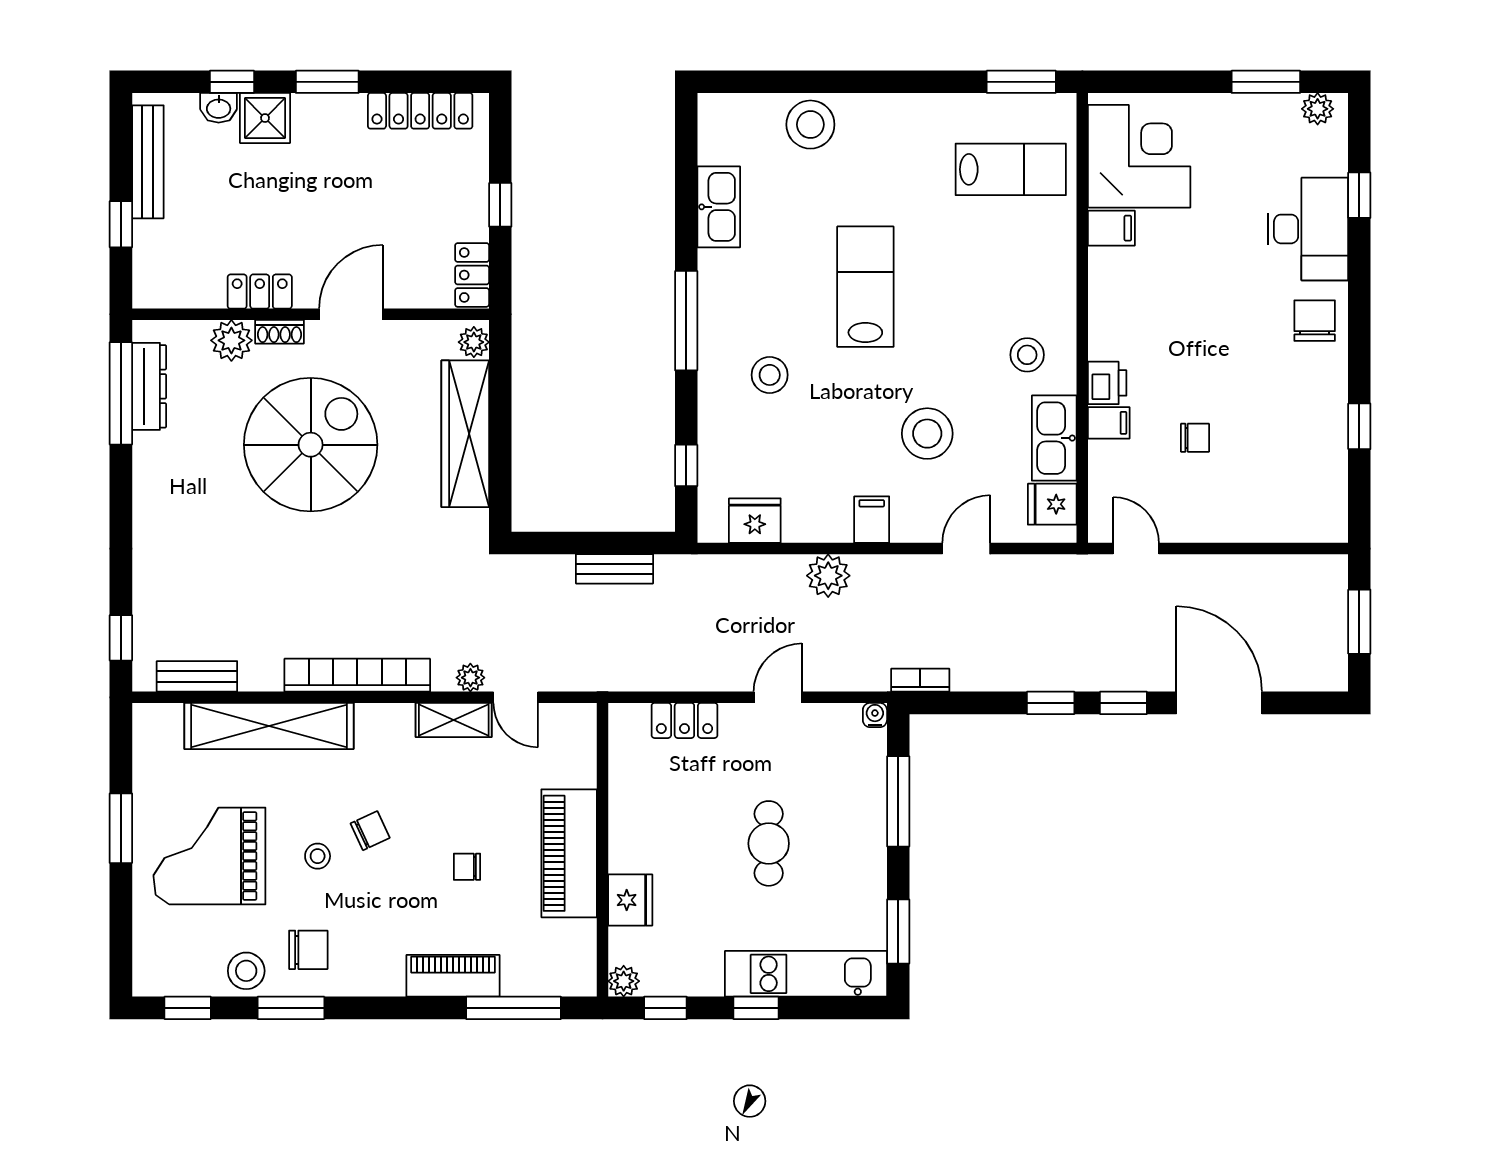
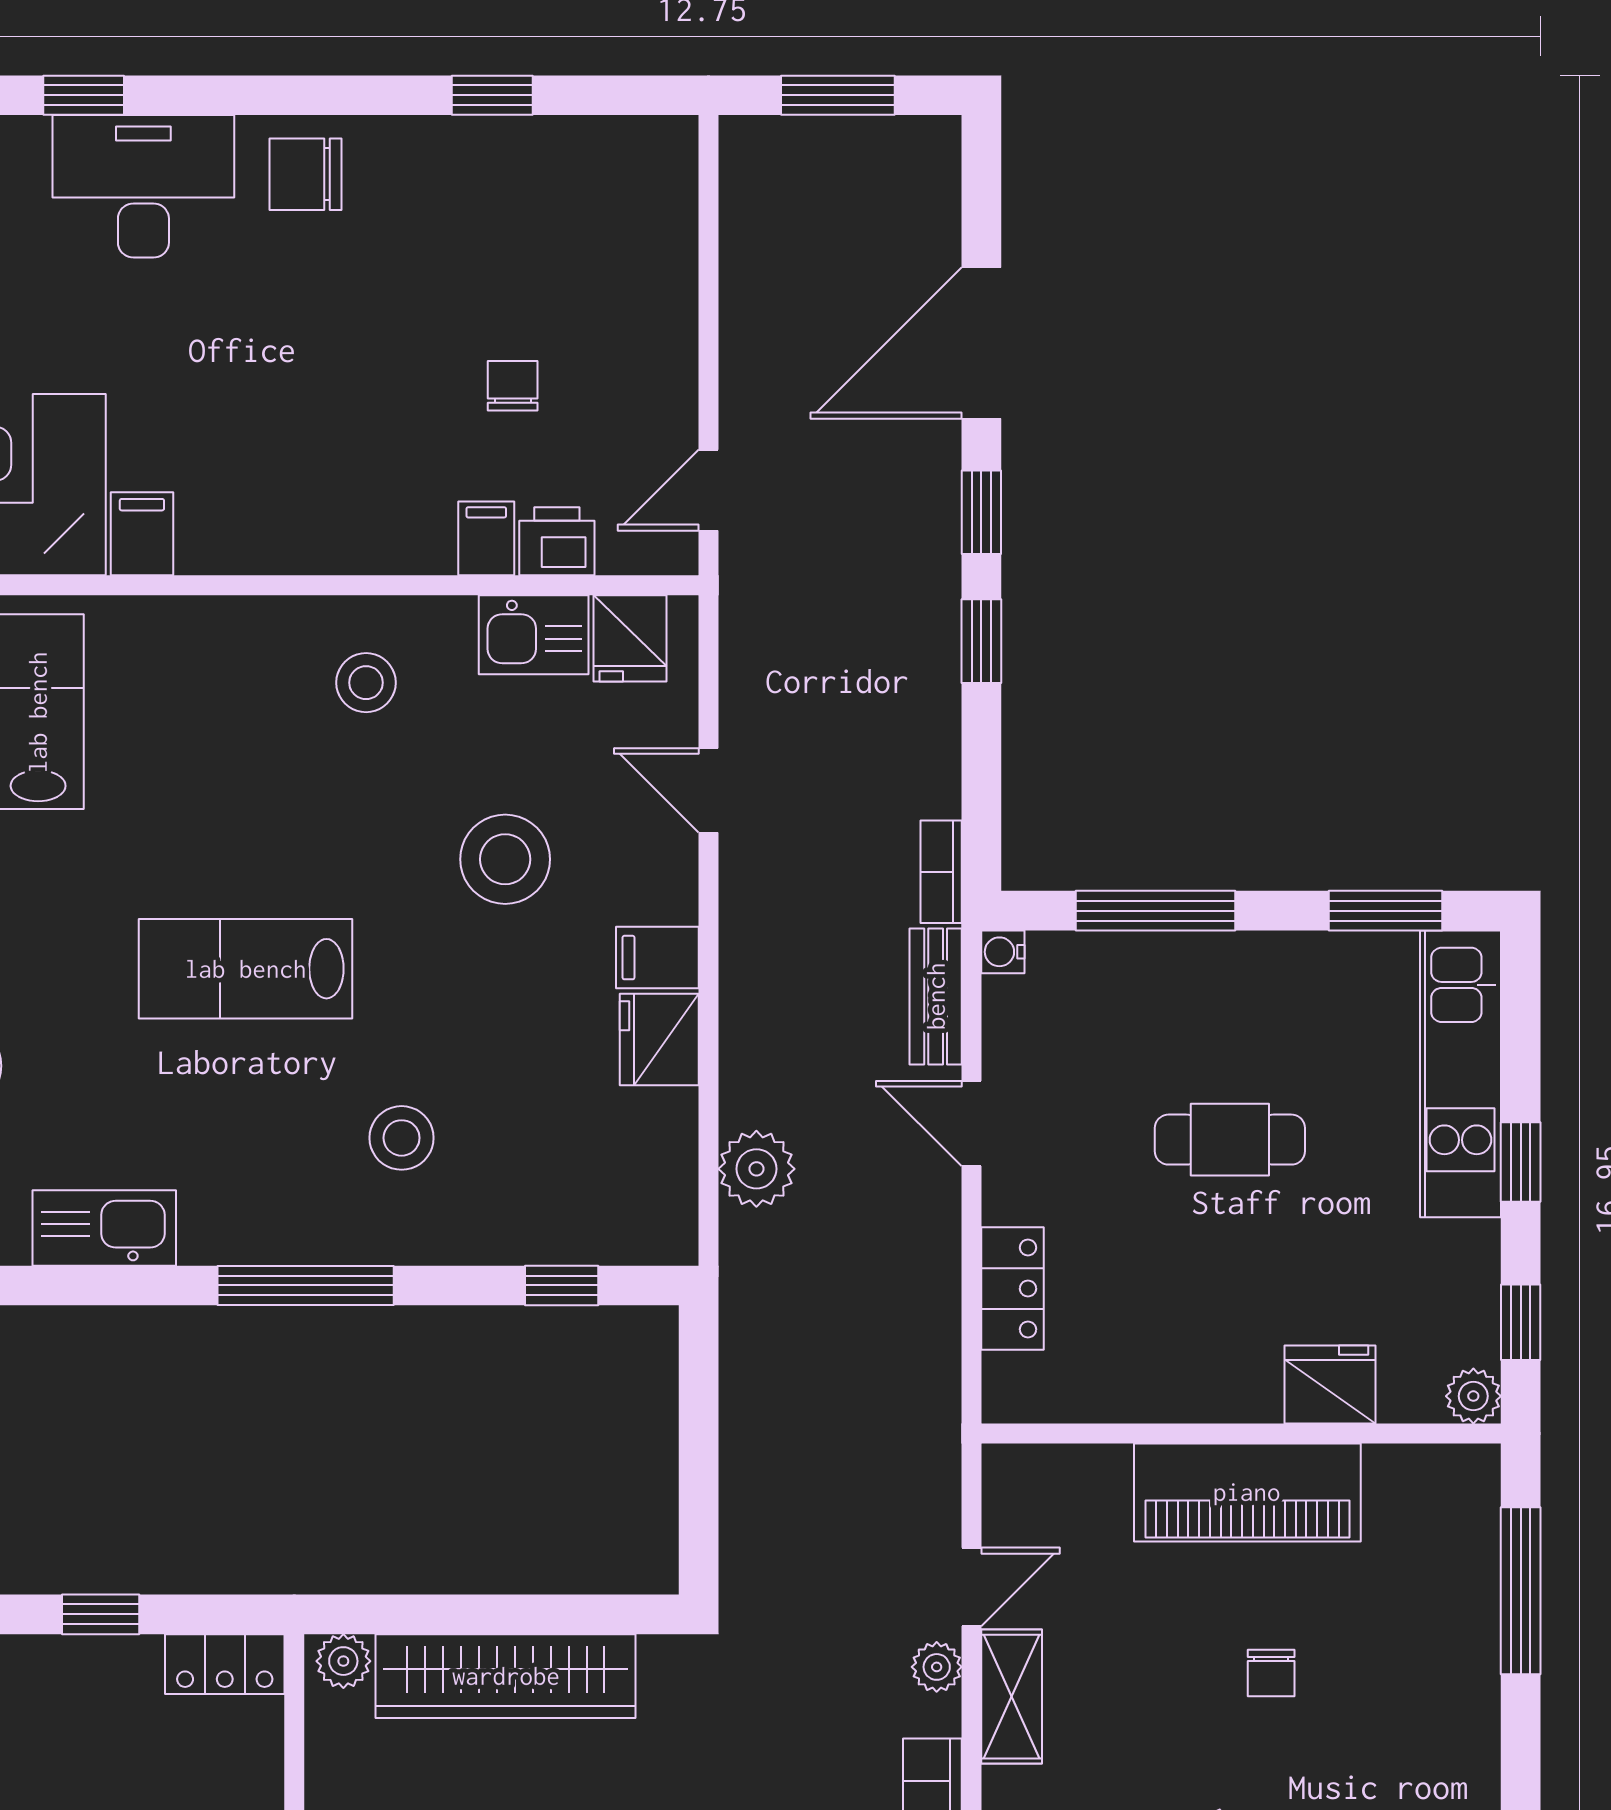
printer: (1107, 383) -> (557, 541), moved
kitchen sink: (1054, 438) -> (534, 635), width x0.73
fridge: (755, 521) -> (659, 1040), moved
bench: (615, 569) -> (936, 996), moved
plant: (828, 576) -> (756, 1169), moved
piano: (453, 976) -> (1464, 1698), removed

